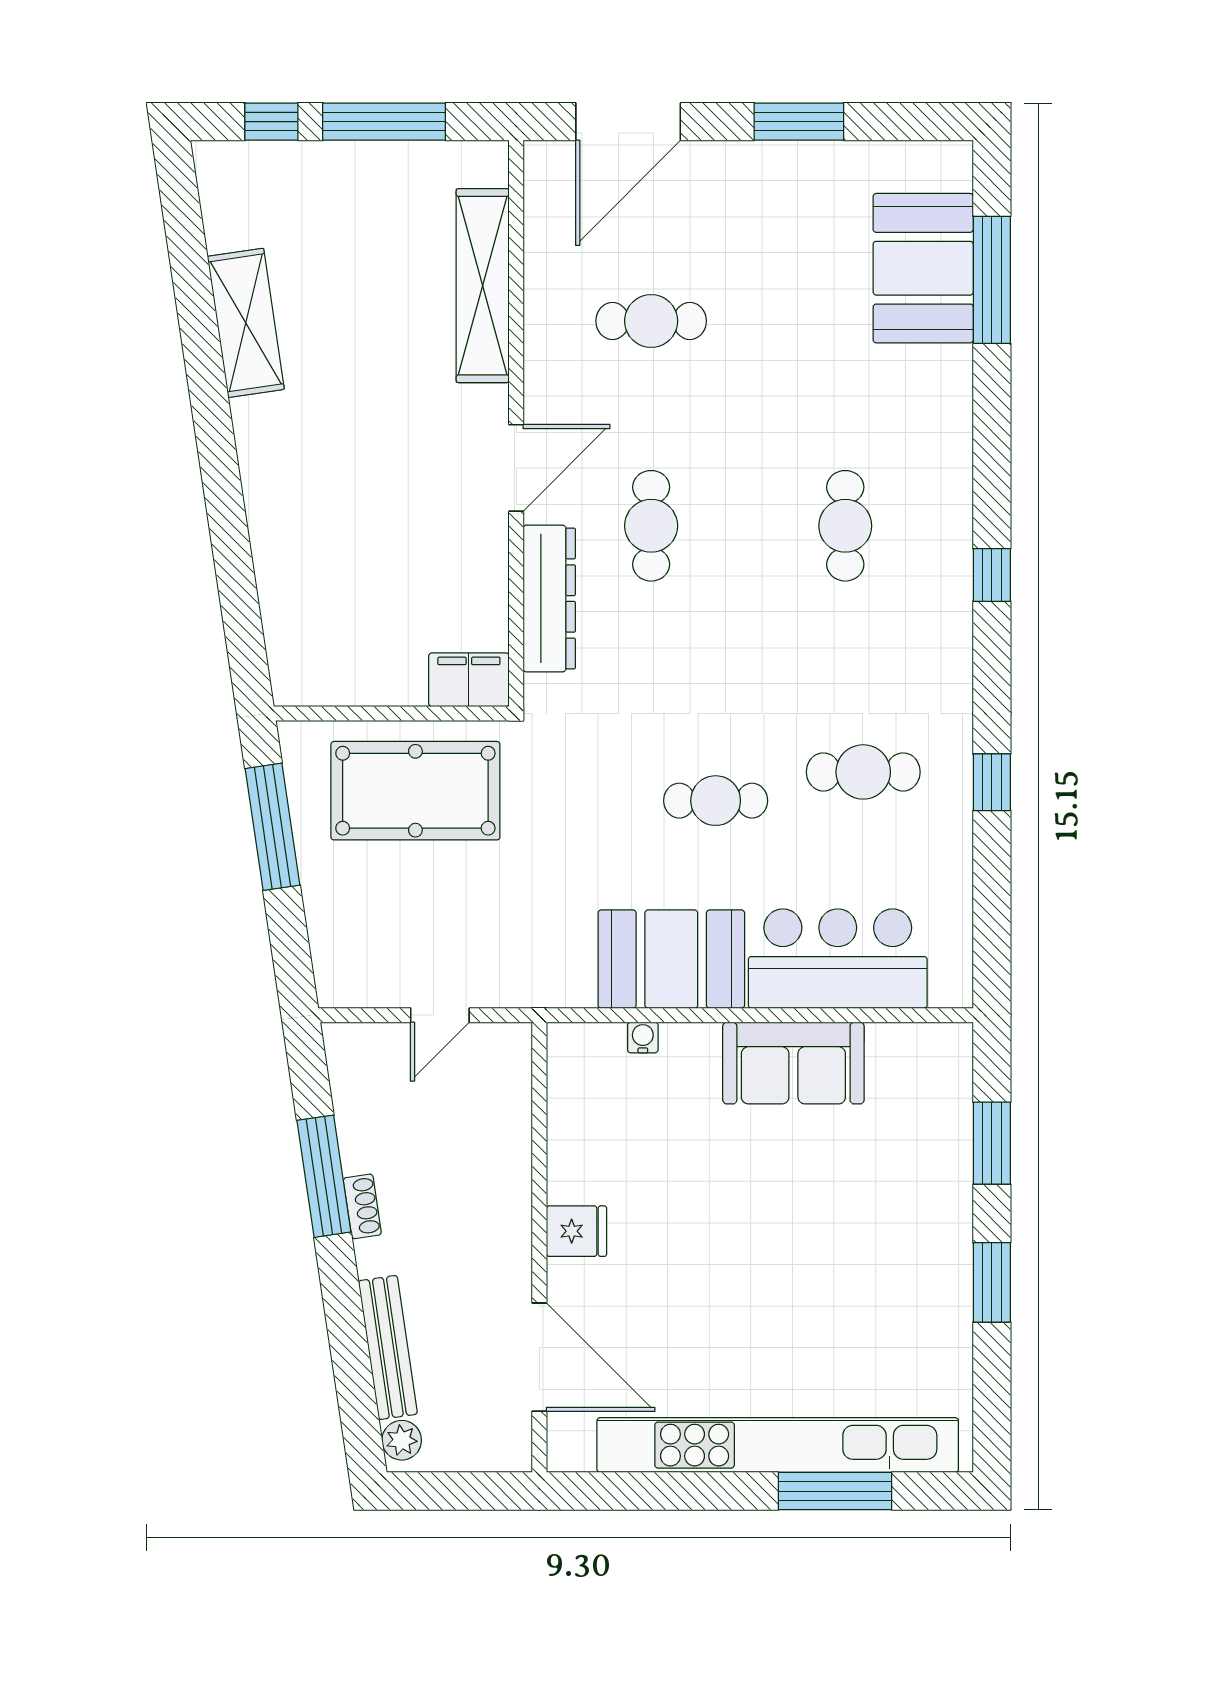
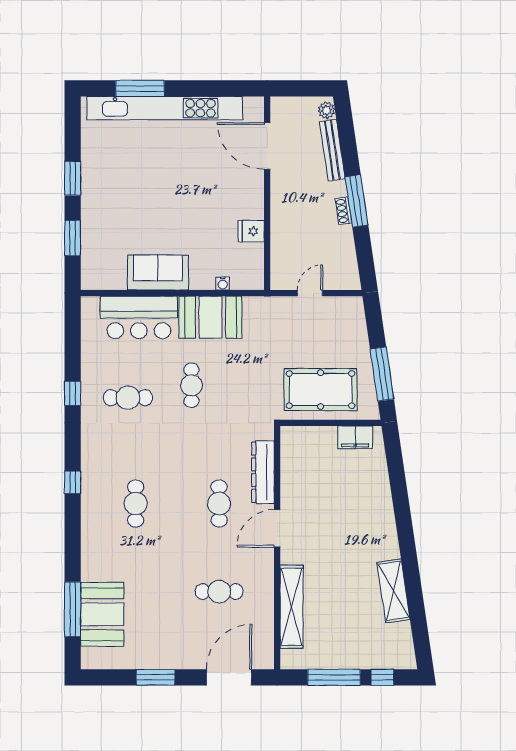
filing cabinet: (469, 680) -> (355, 437), moved
cafe table: (716, 801) -> (191, 385), turned 90
window: (324, 1176) -> (356, 201), moved
fridge: (576, 1231) -> (251, 231), moved

